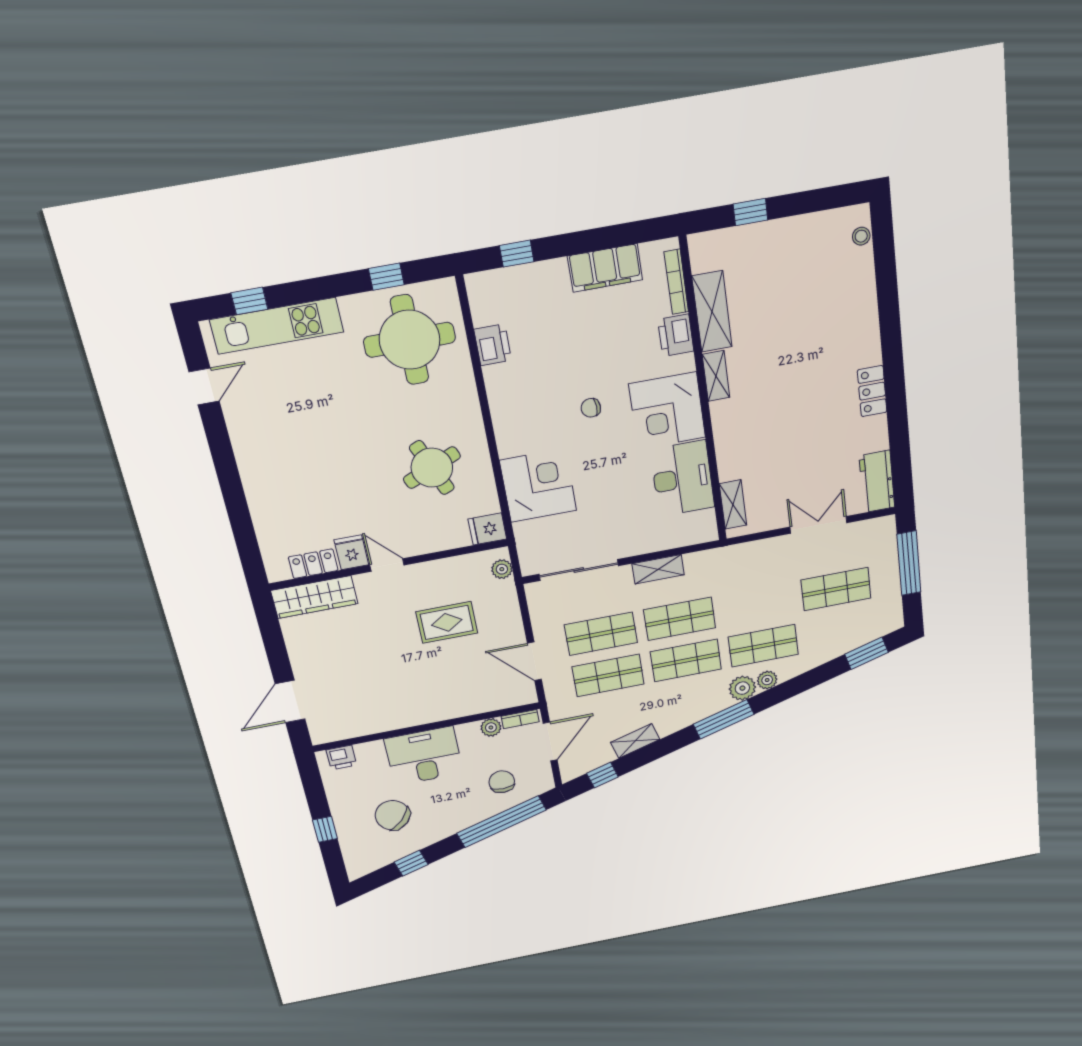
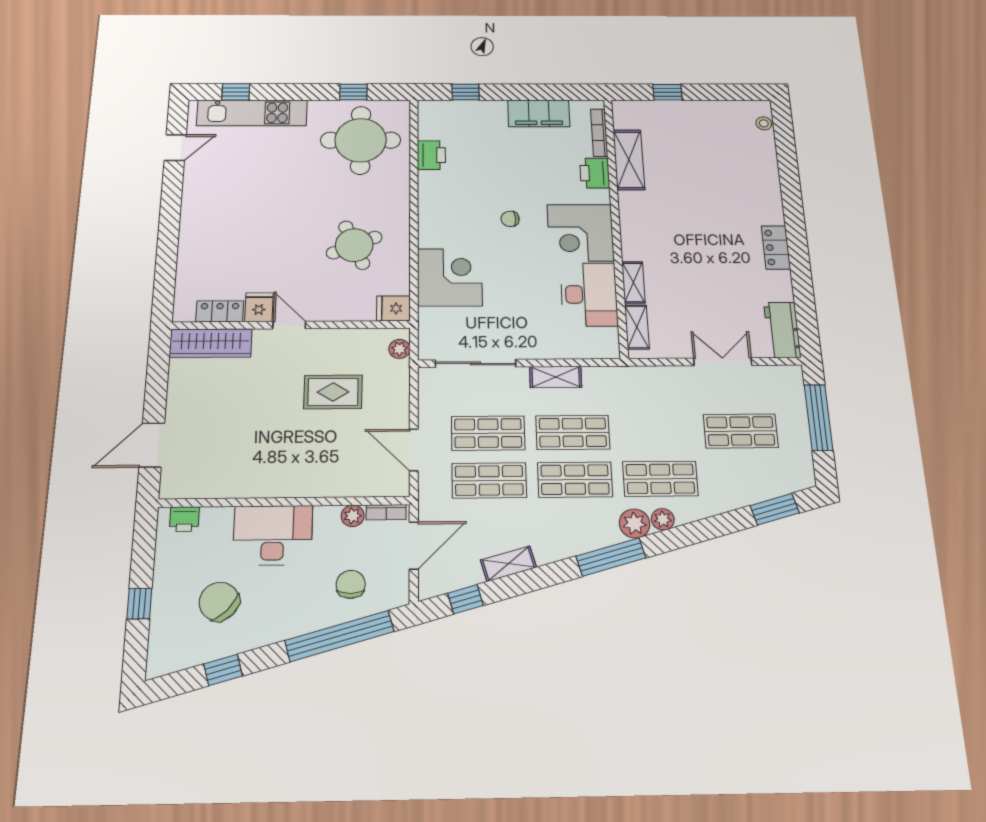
shelving: (716, 376) -> (633, 282), moved

